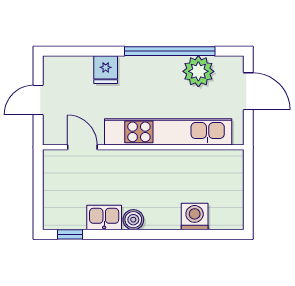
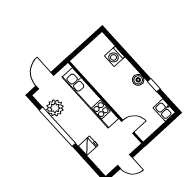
door: (82, 147) -> (128, 127), swing flipped
kitchen sink: (104, 218) -> (164, 110), moved
window: (70, 234) -> (154, 85), moved

